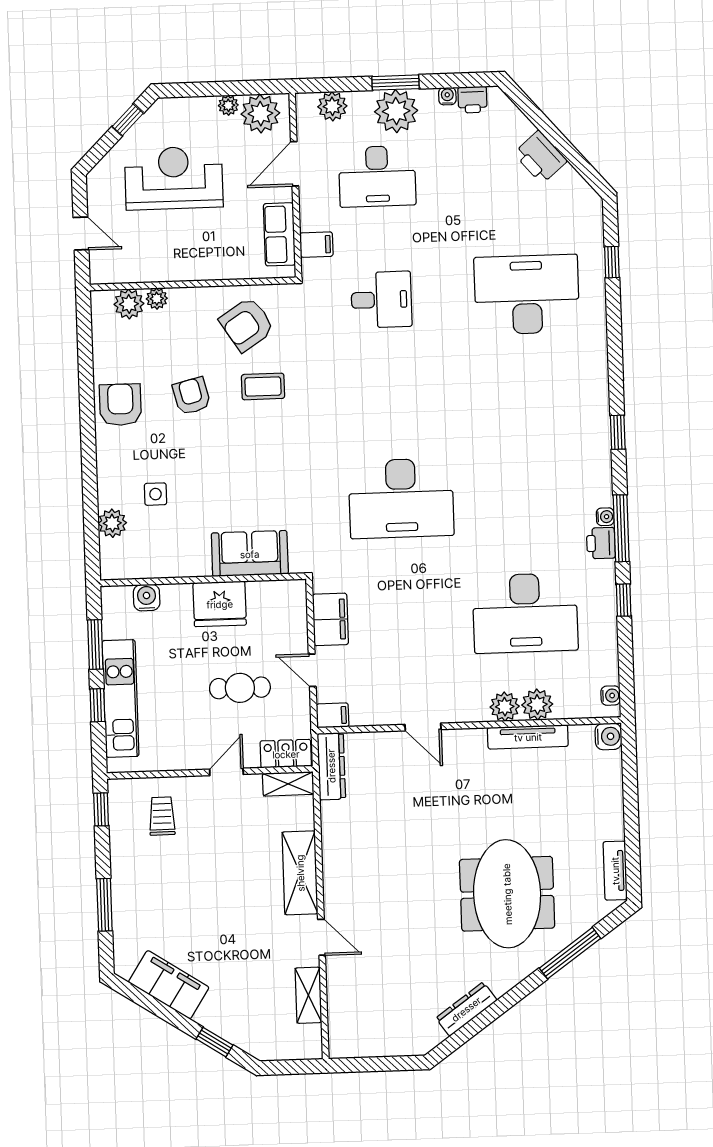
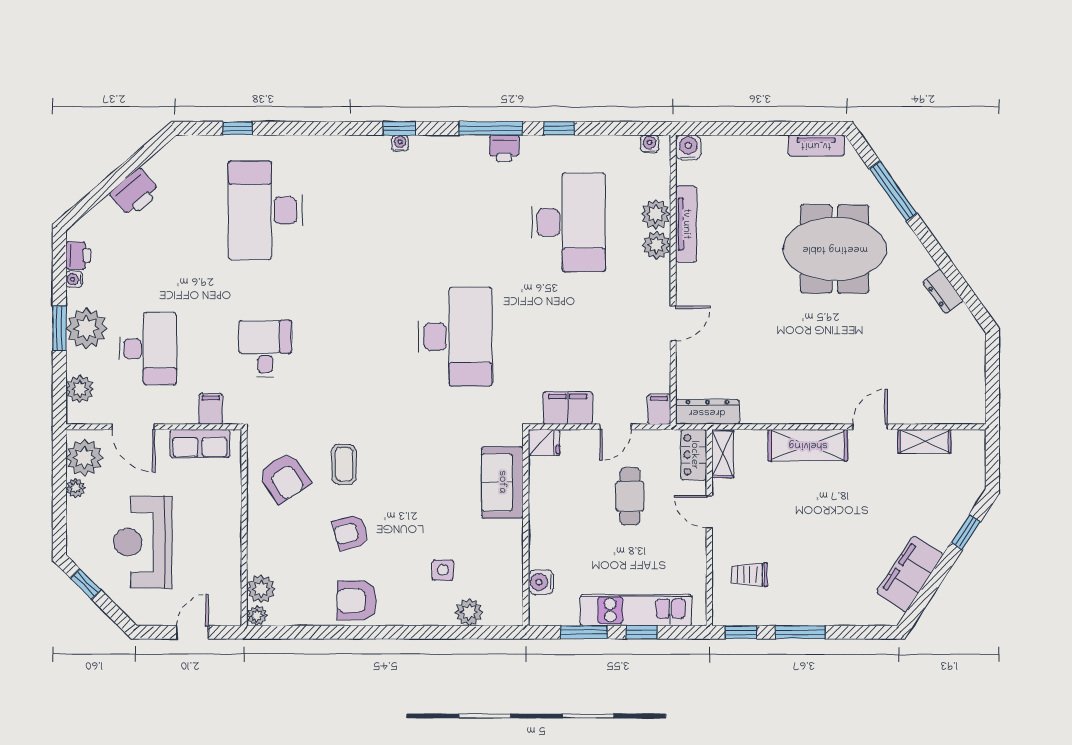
plant: (157, 299) -> (257, 616), moved
water cooler: (605, 517) -> (400, 143), moved
fridge: (220, 604) -> (544, 443), moved, width x0.53, depth x0.75
window: (104, 905) -> (800, 632), moved
dresser: (466, 1009) -> (943, 291), width x0.70

